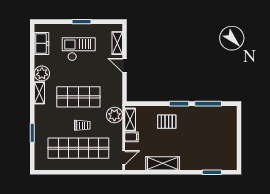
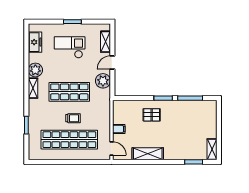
door: (125, 65) -> (112, 62), hinge flipped
plant: (114, 115) -> (103, 81), moved
shelving: (130, 120) -> (212, 149), moved
door: (124, 158) -> (112, 148), hinge flipped

